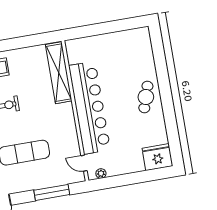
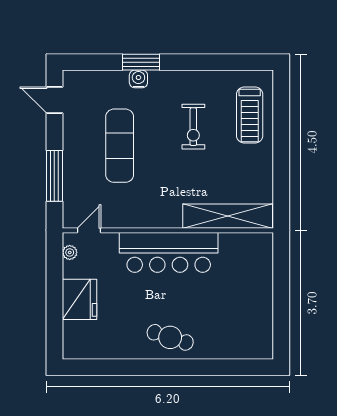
bar counter: (90, 108) -> (169, 252), width x0.73
fridge: (157, 157) -> (79, 299), moved

